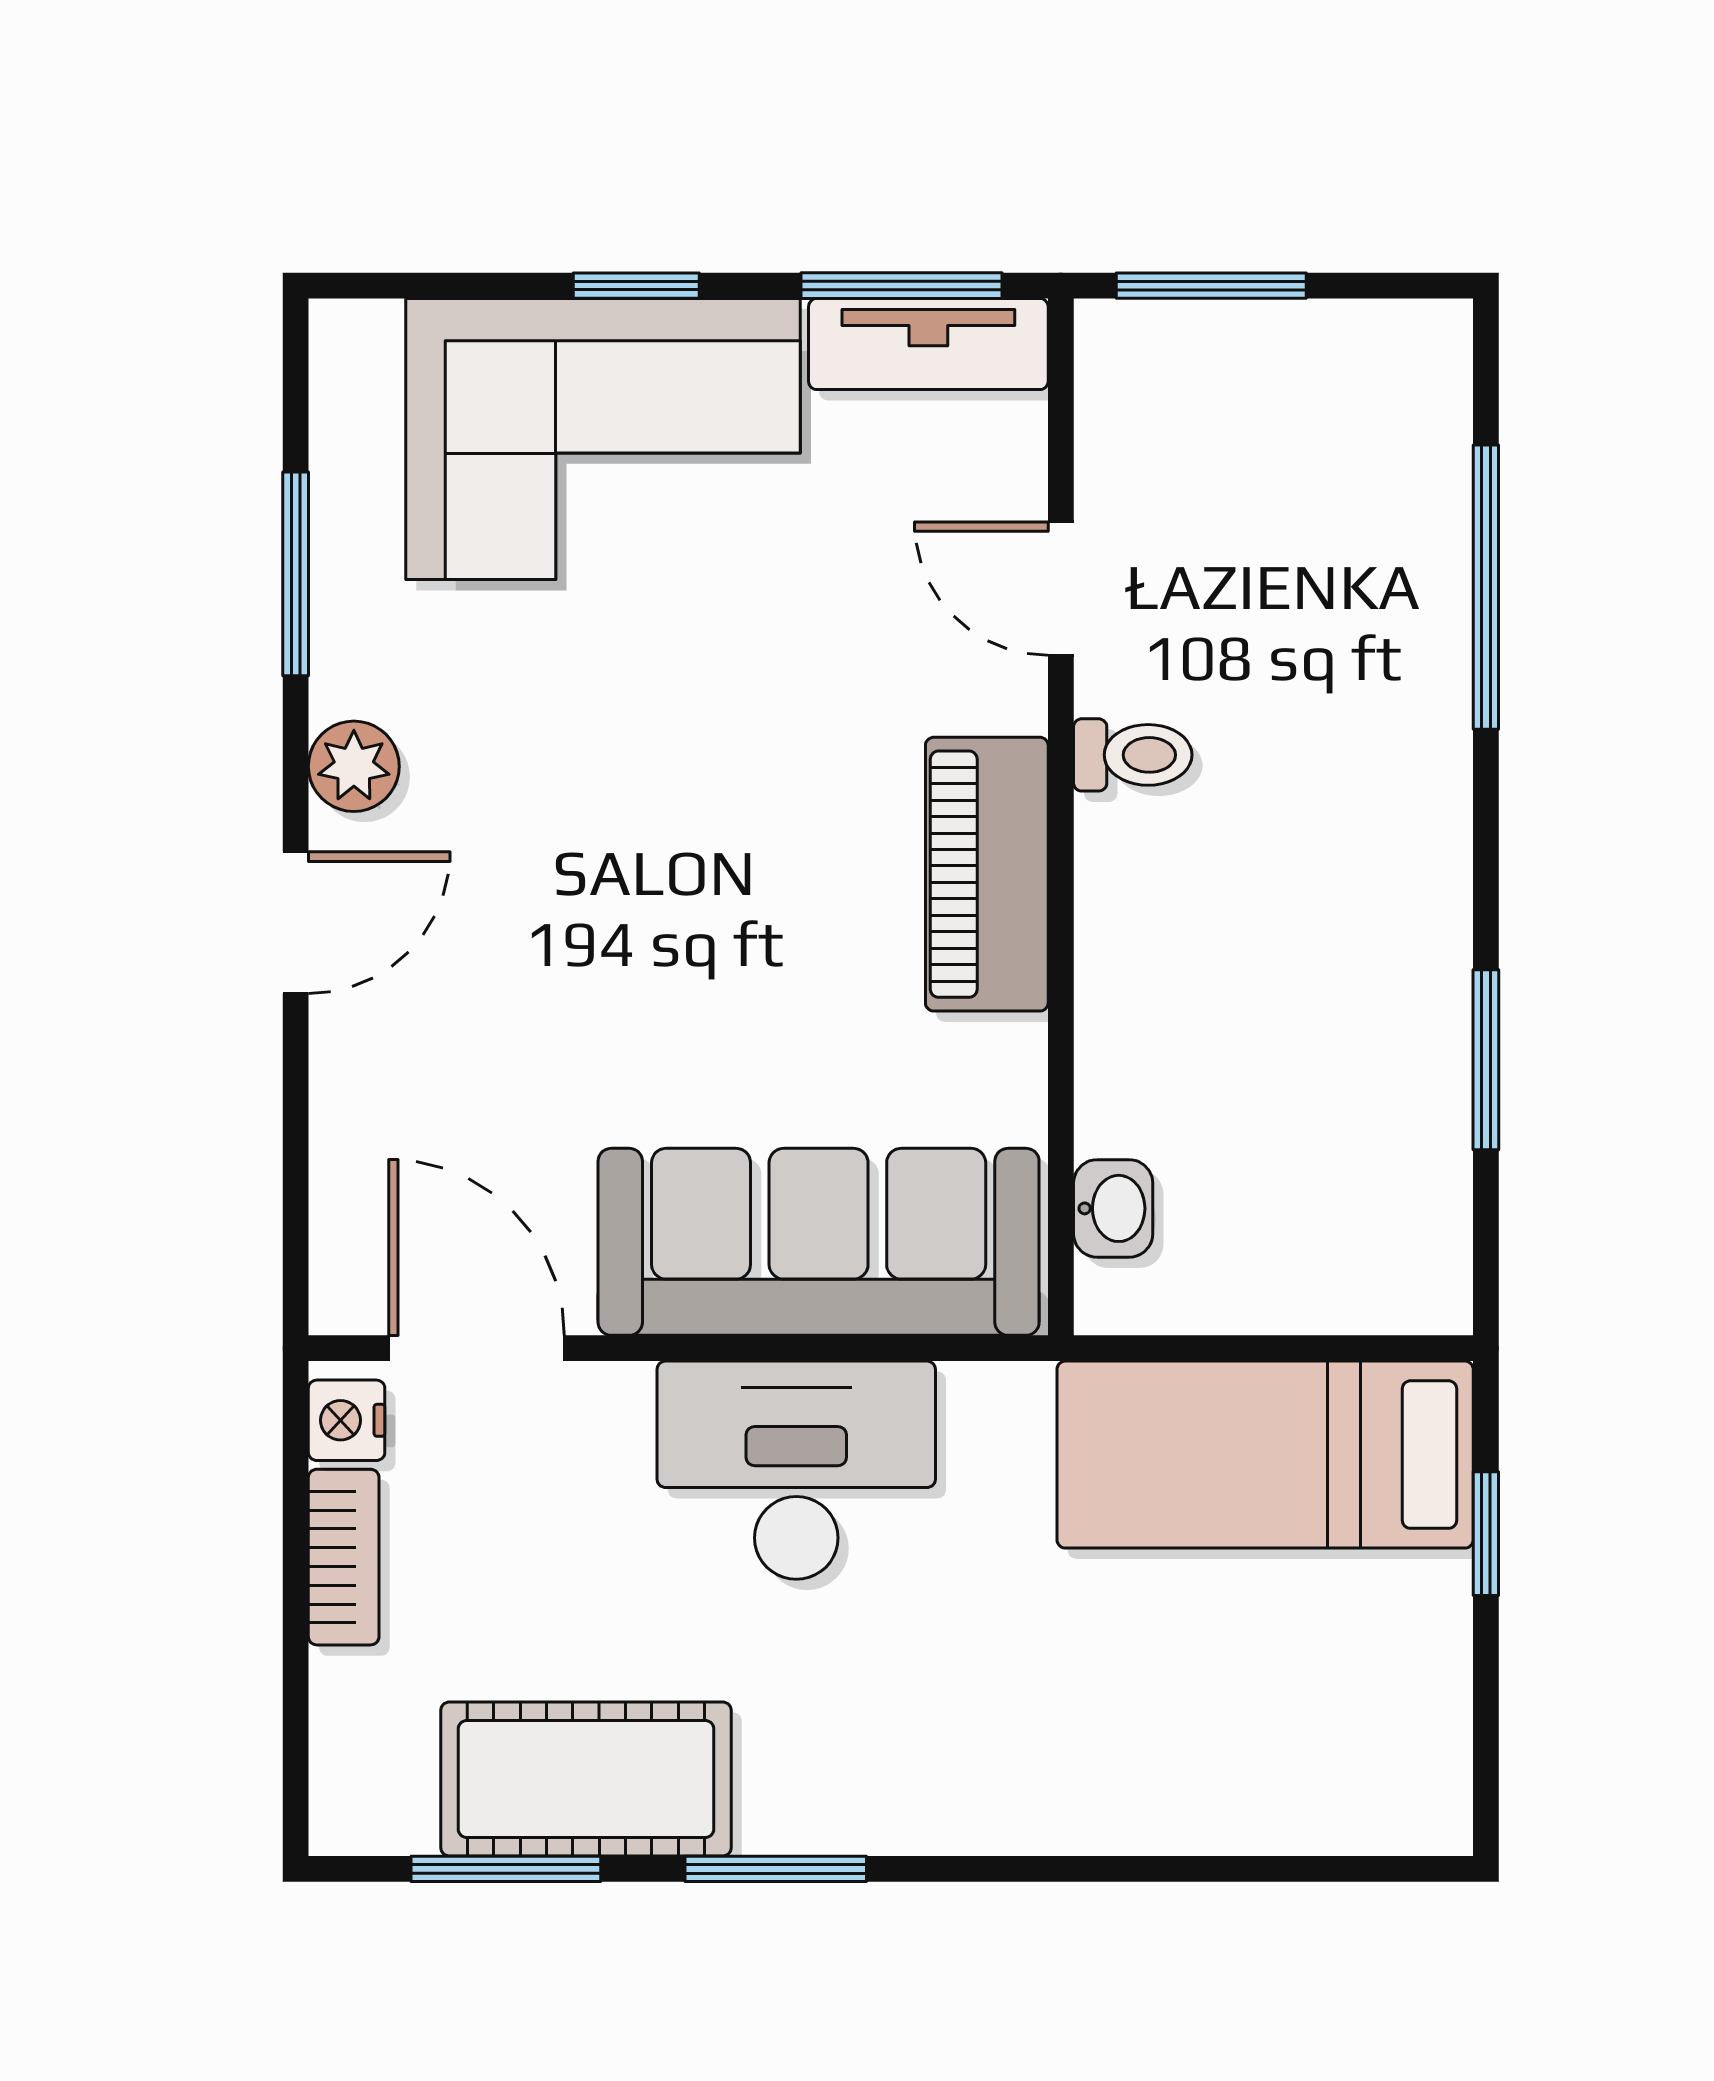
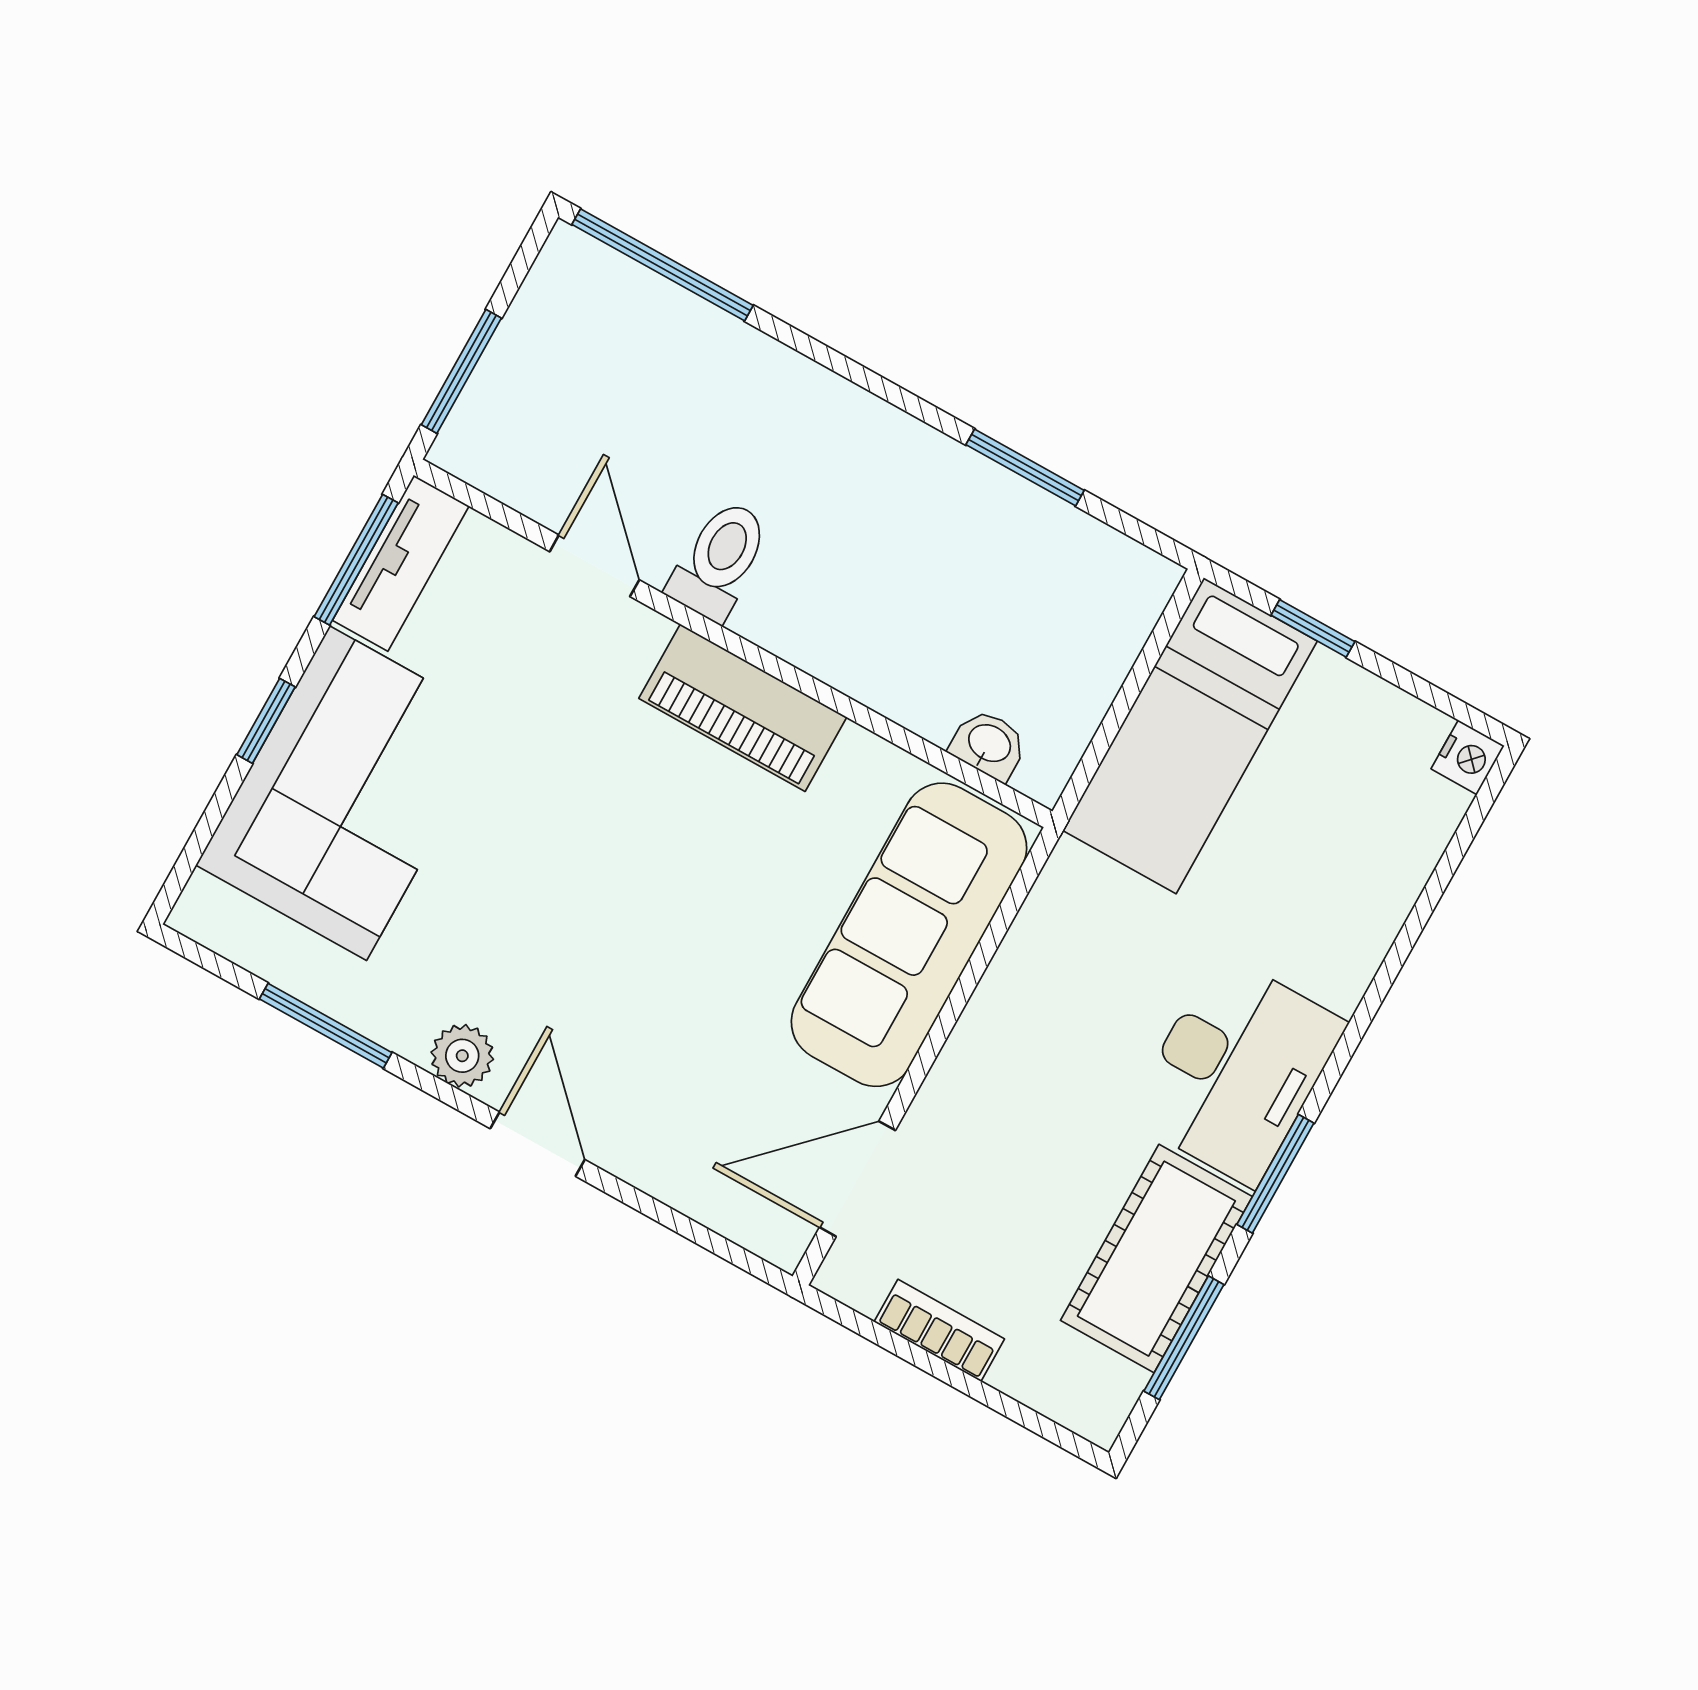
window: (1486, 587) -> (663, 265), moved
door: (1061, 589) -> (594, 566), swing flipped
toilet: (1133, 755) -> (719, 560), width x1.37, depth x1.39
nightstand: (347, 1420) -> (1468, 757), moved, turned -90
desk: (796, 1470) -> (1236, 1070), moved, turned 180

